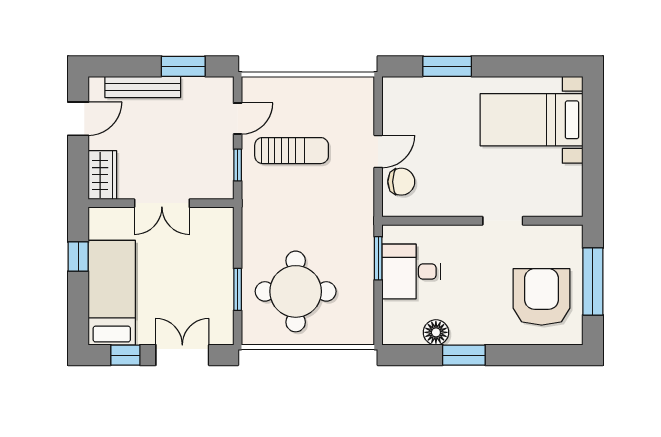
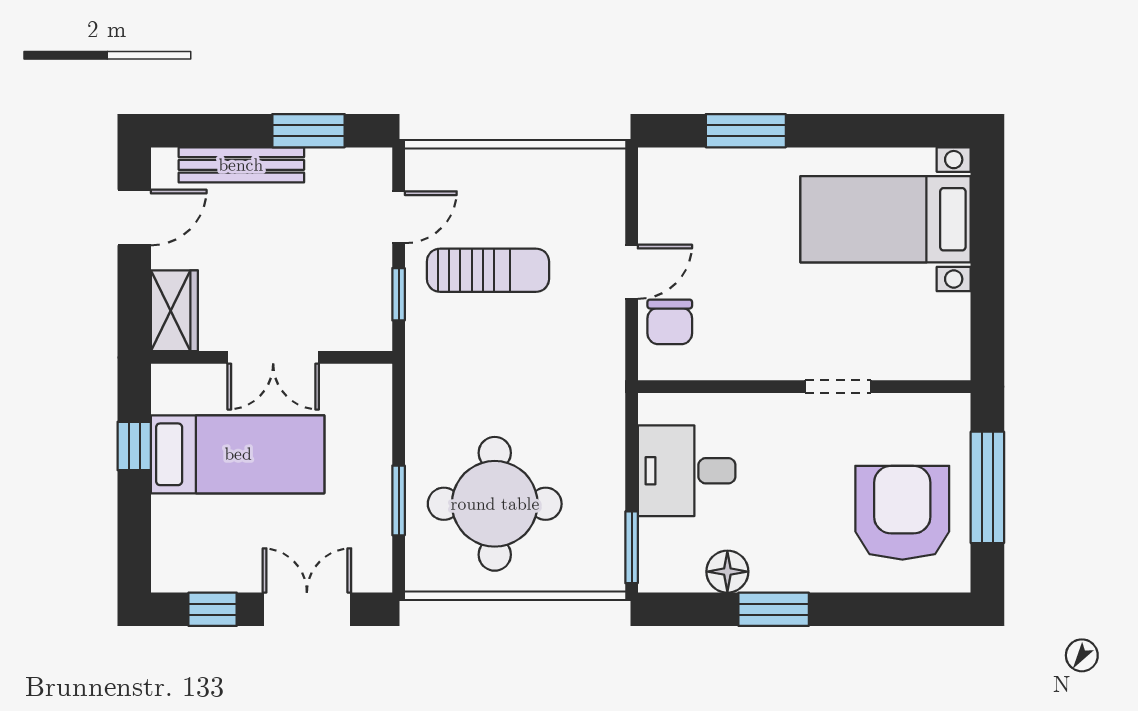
chair: (401, 182) -> (670, 322), turned 90
window: (378, 258) -> (632, 547), moved
bed: (112, 293) -> (238, 454), moved, turned 90

